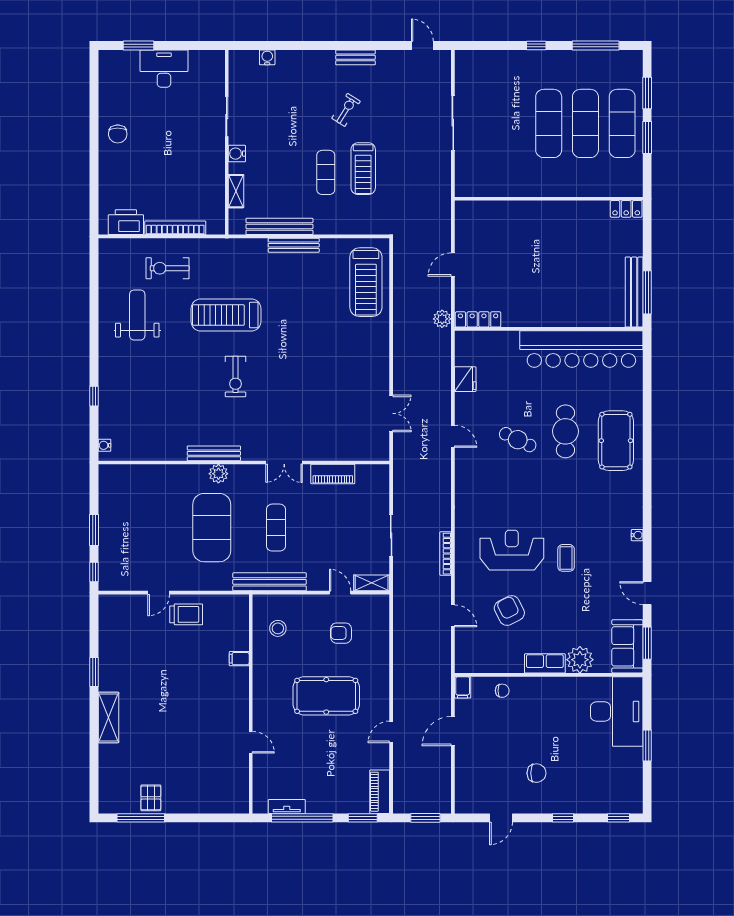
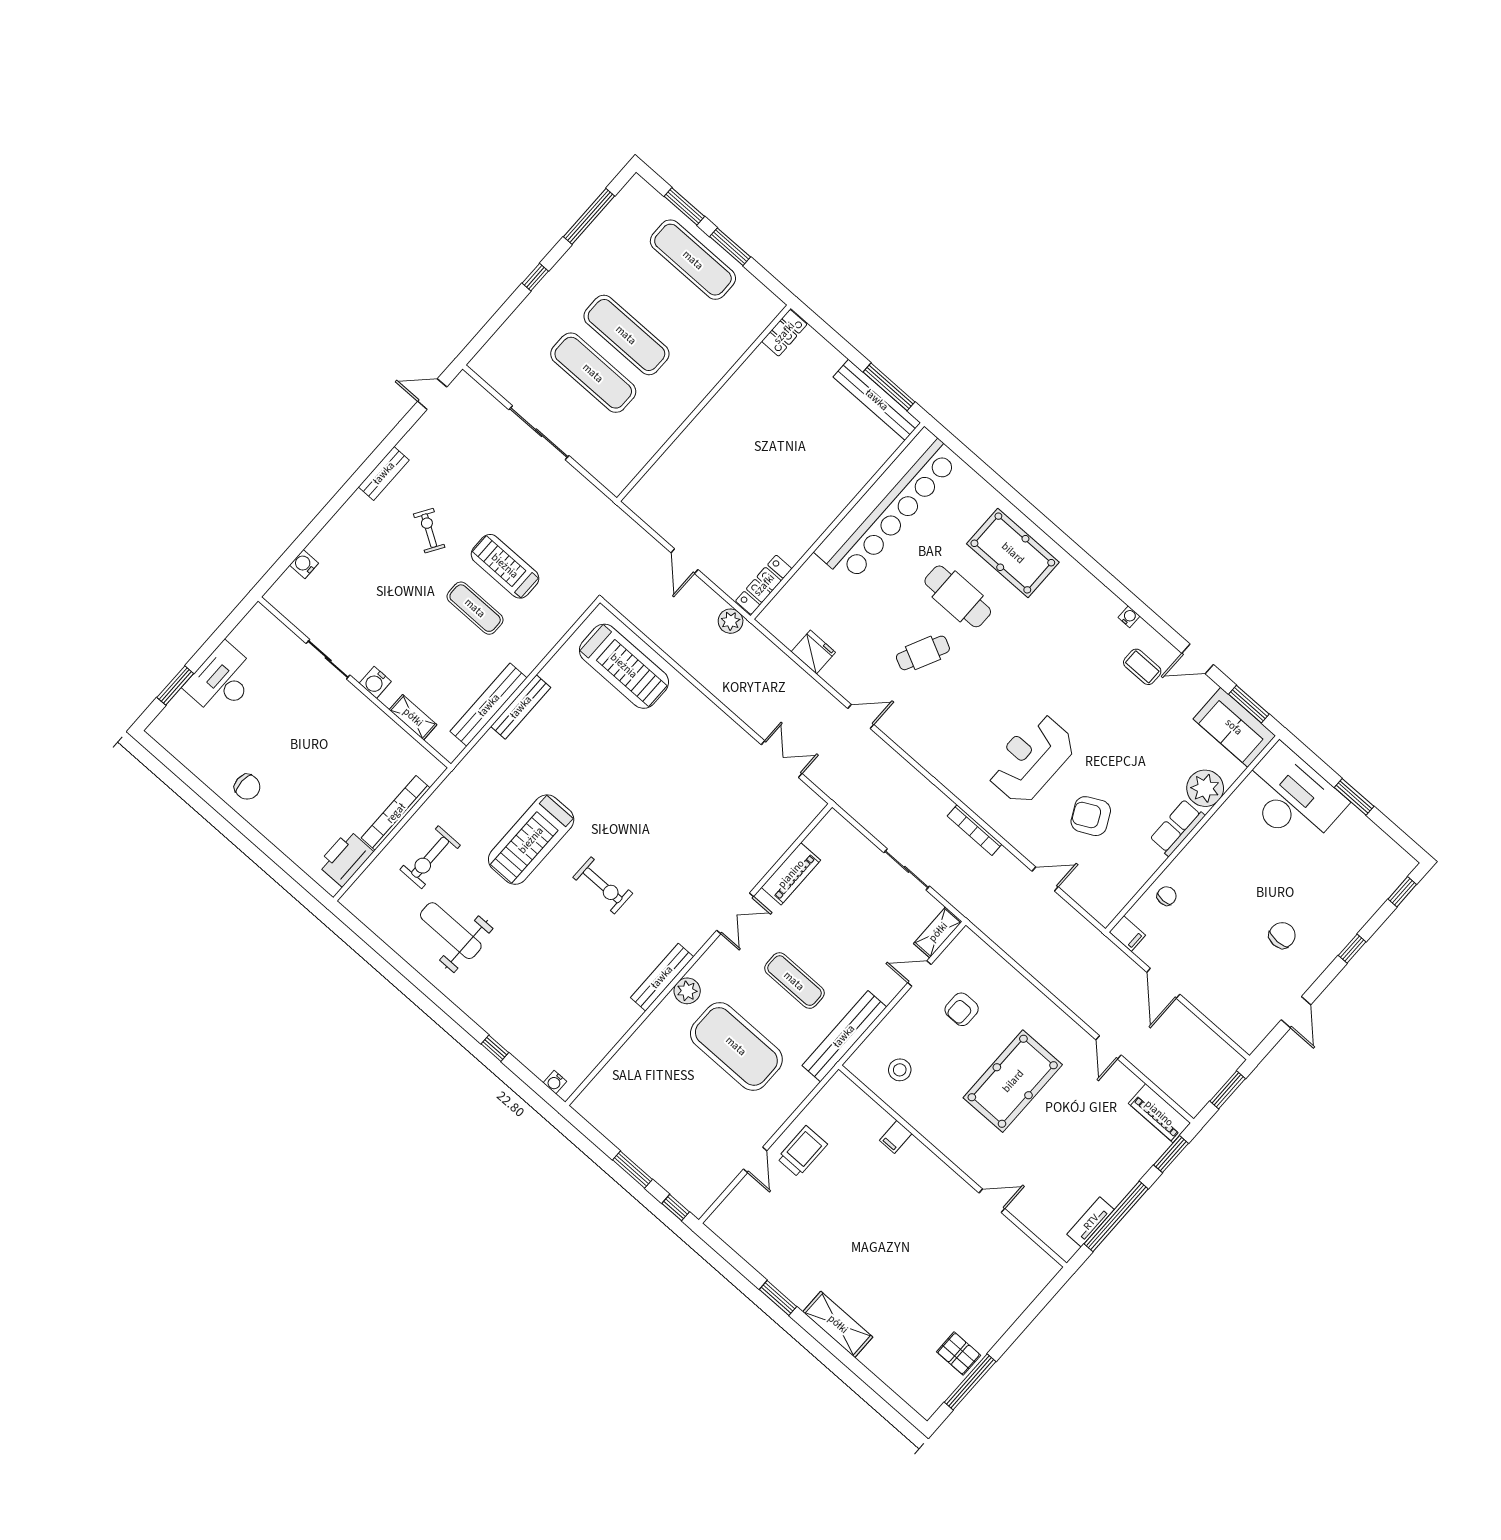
exercise mat: (585, 123) -> (593, 373), moved
treadmill: (363, 169) -> (505, 566), turned 180
coffee table: (566, 558) -> (1142, 667), moved

